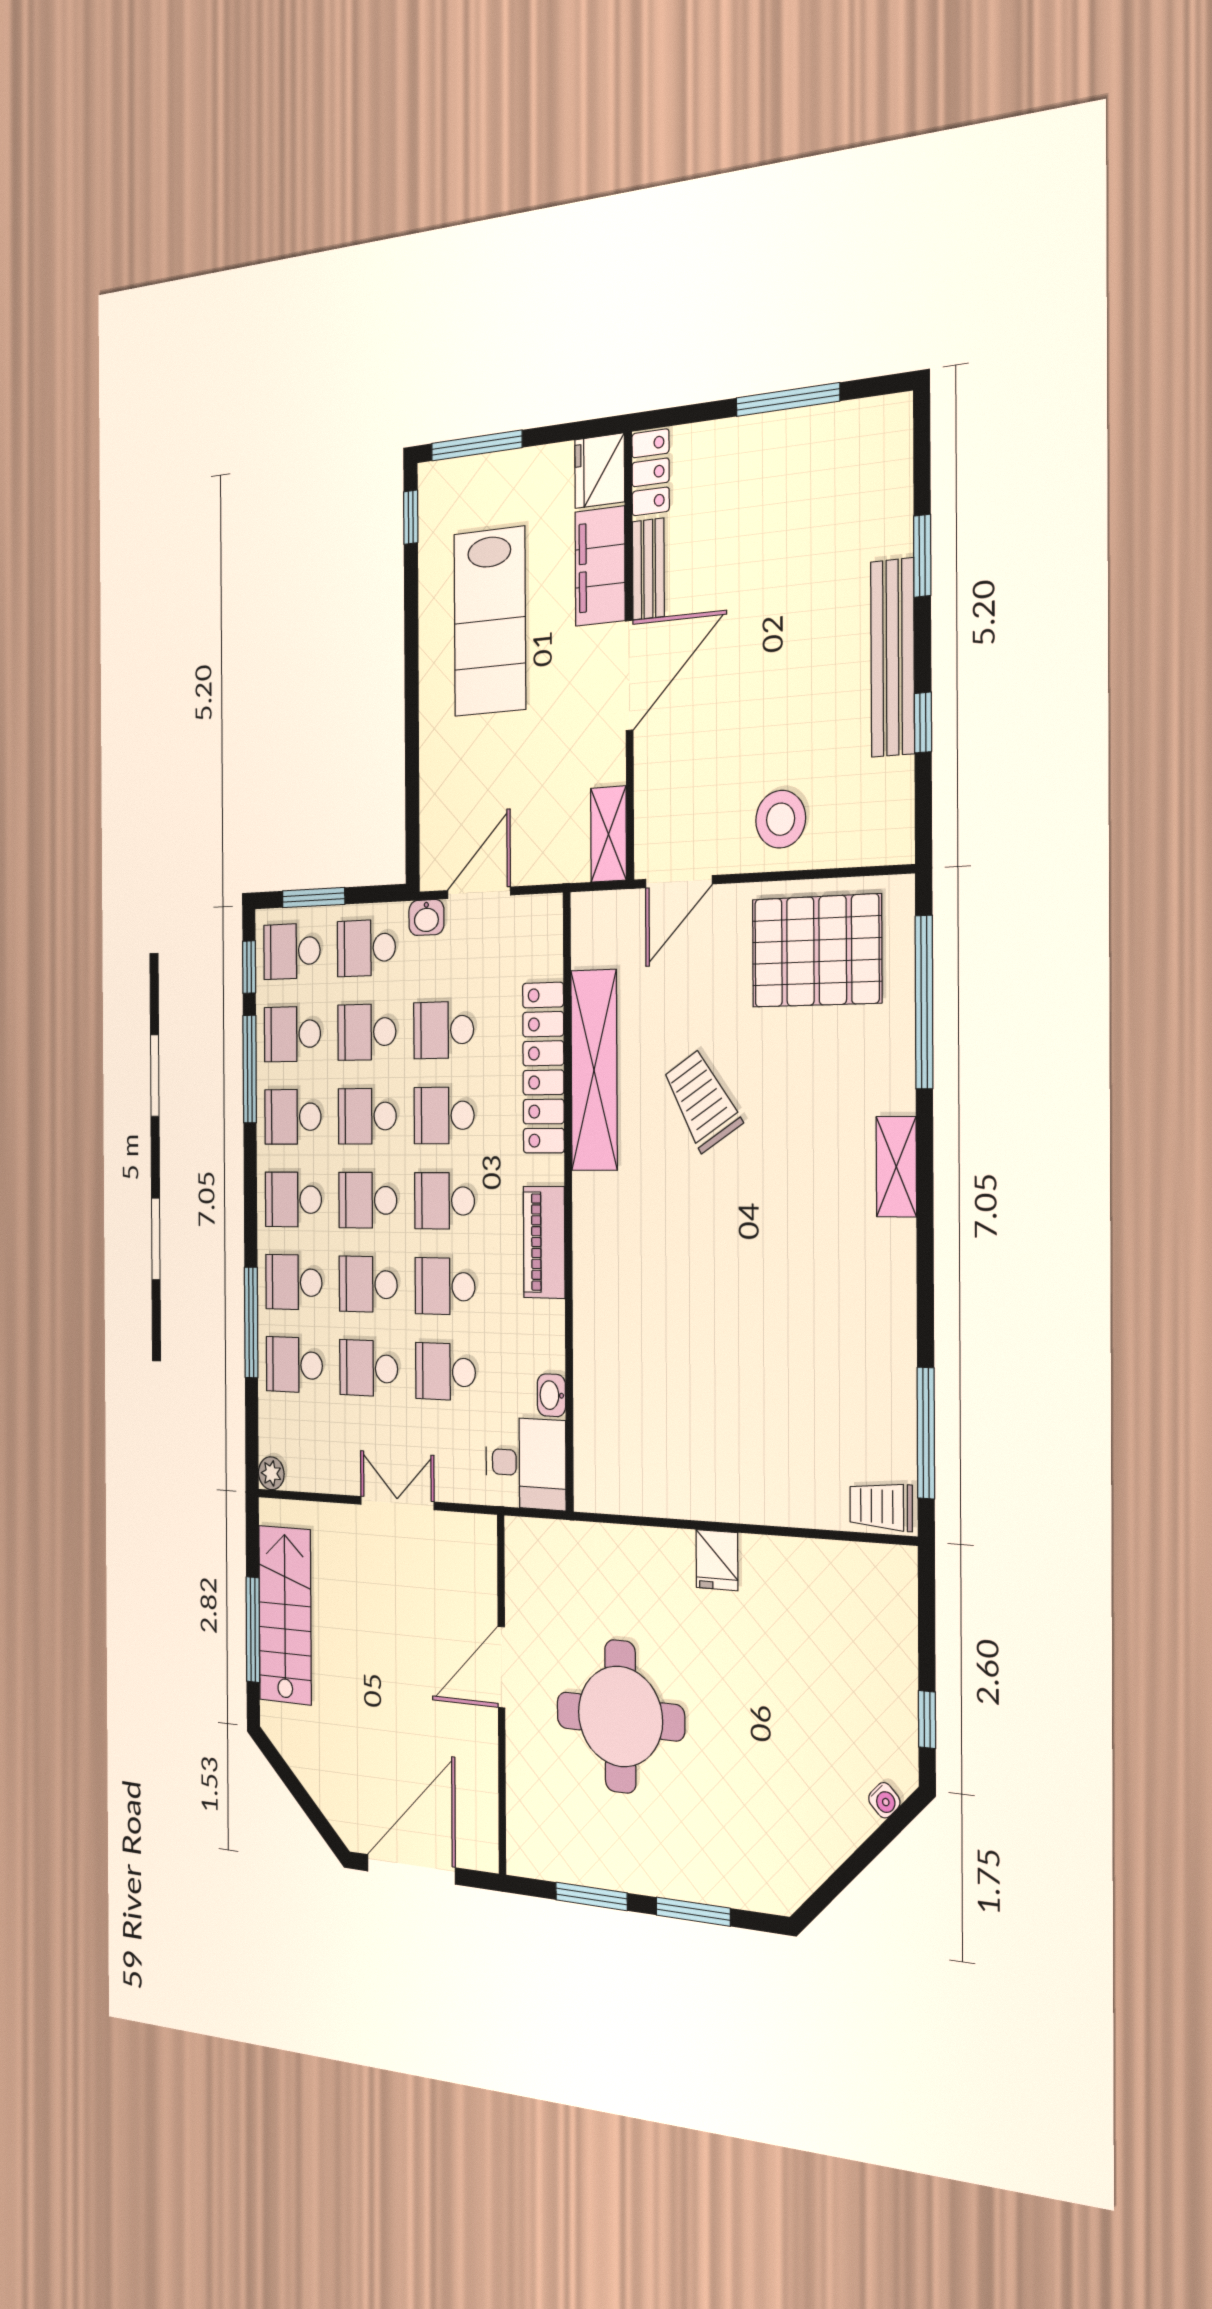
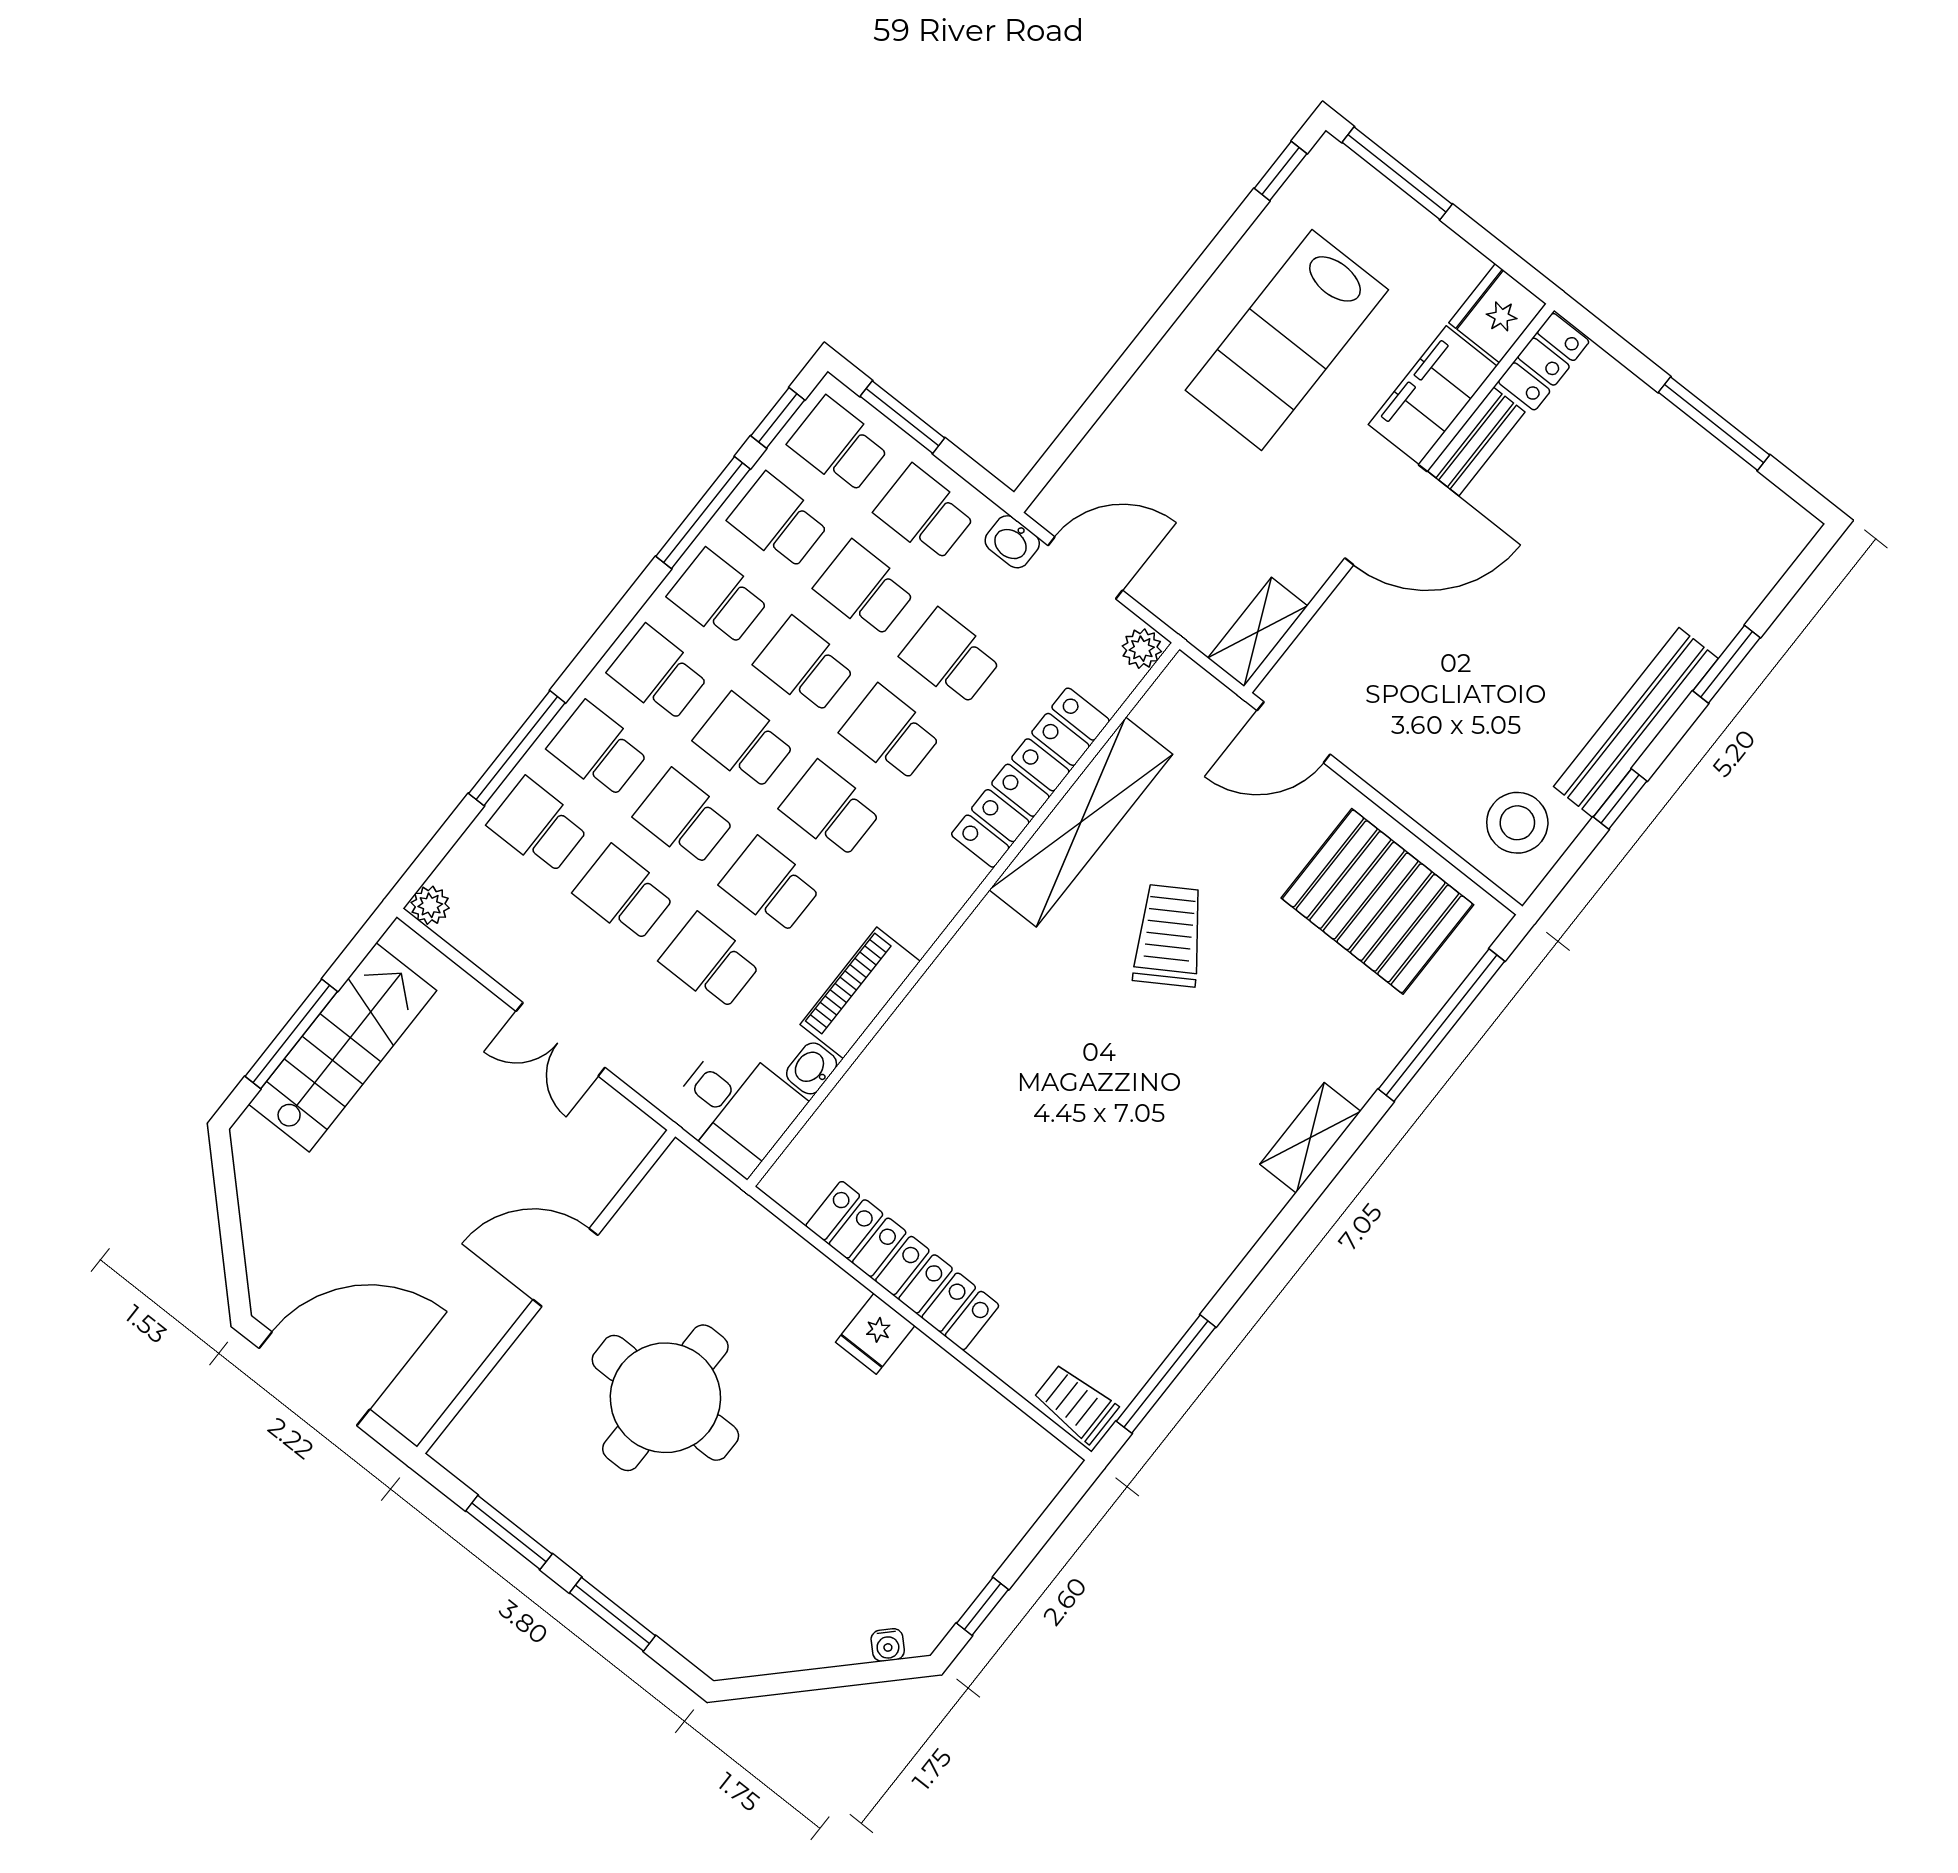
stool: (781, 819) -> (1517, 823), moved
plant: (548, 914) -> (1142, 649), added
piano: (544, 1242) -> (860, 993), moved
locker: (700, 1494) -> (902, 1266), added
double door: (397, 1503) -> (561, 1039), swing flipped

